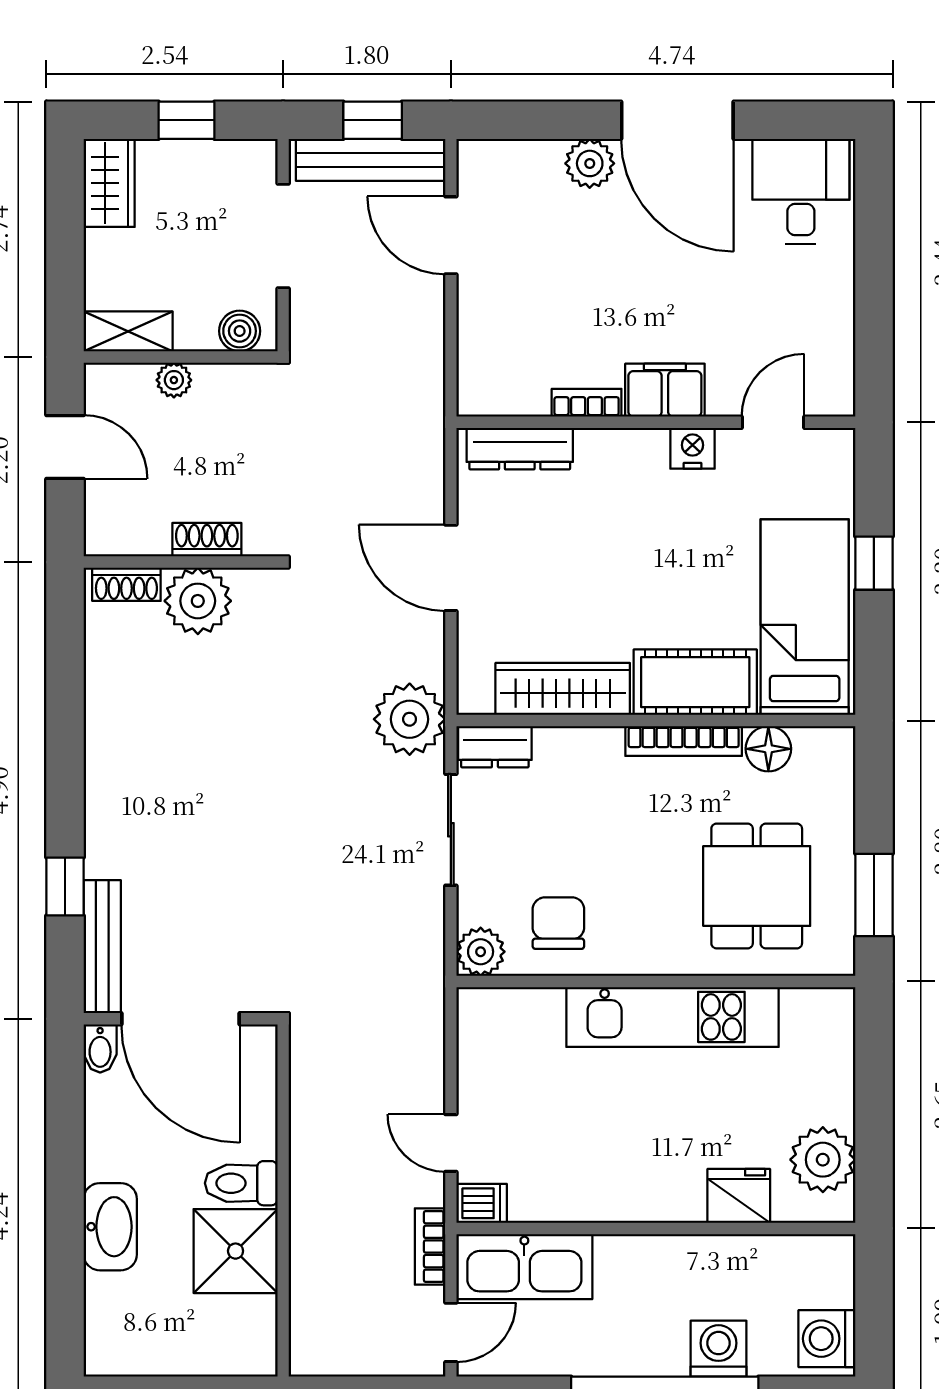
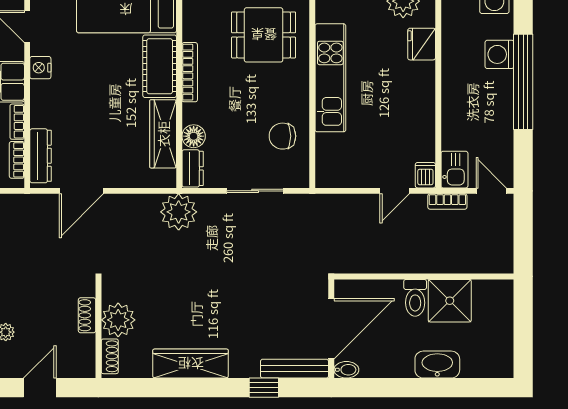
bookcase: (512, 402) -> (17, 160), added
door: (451, 568) -> (81, 191), moved
wardrobe: (112, 743) -> (191, 364), added
floor lamp: (768, 749) -> (194, 136), moved
sliding door: (451, 830) -> (255, 191), moved
plant: (481, 952) -> (297, 176), removed
kitchen sink: (524, 1267) -> (454, 170), width x0.53, depth x0.81

